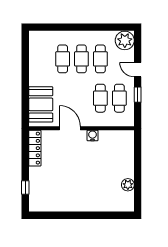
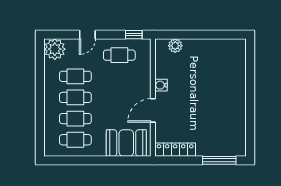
window: (138, 95) -> (134, 35), moved
cafe table: (100, 98) -> (75, 140), moved
plant: (128, 185) -> (175, 46), moved
window: (25, 188) -> (219, 160), width x2.17

